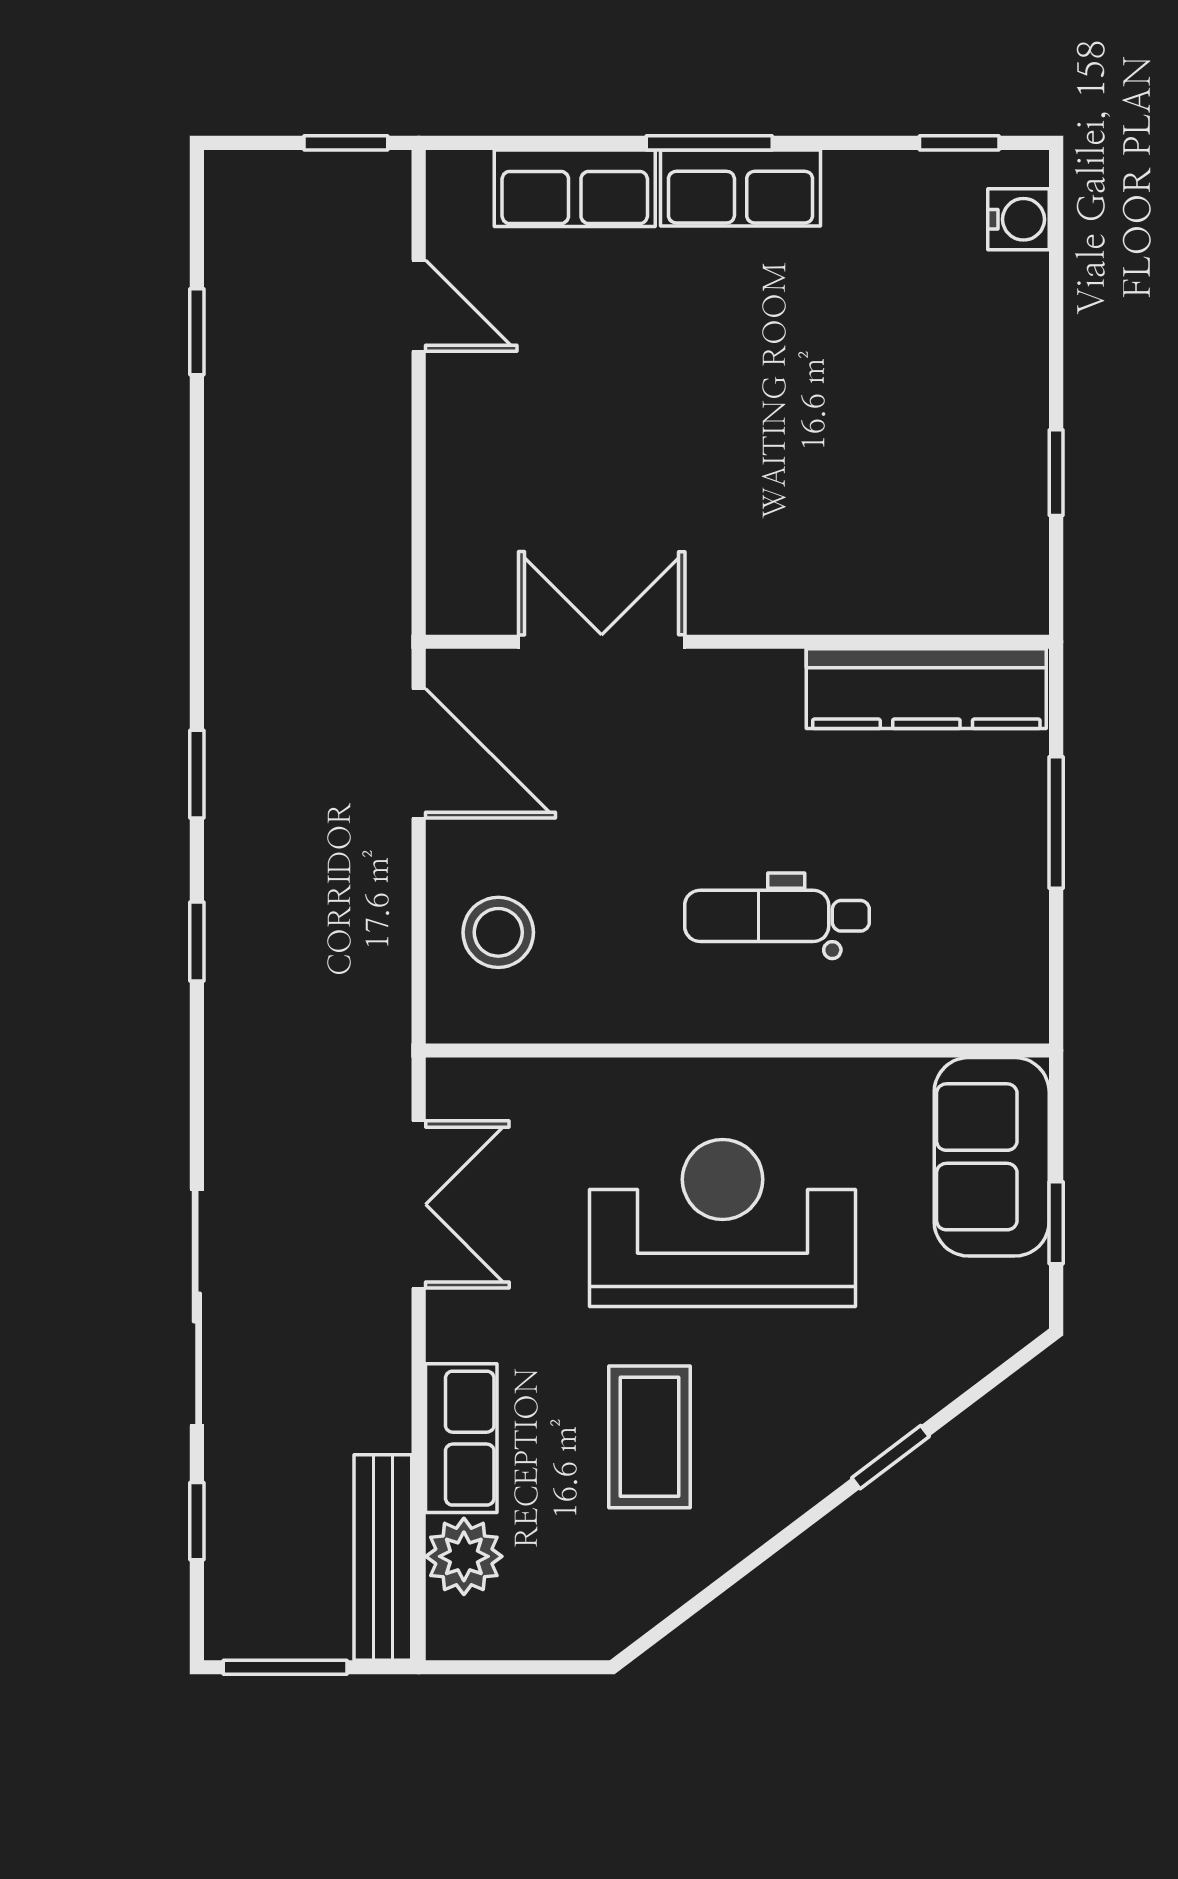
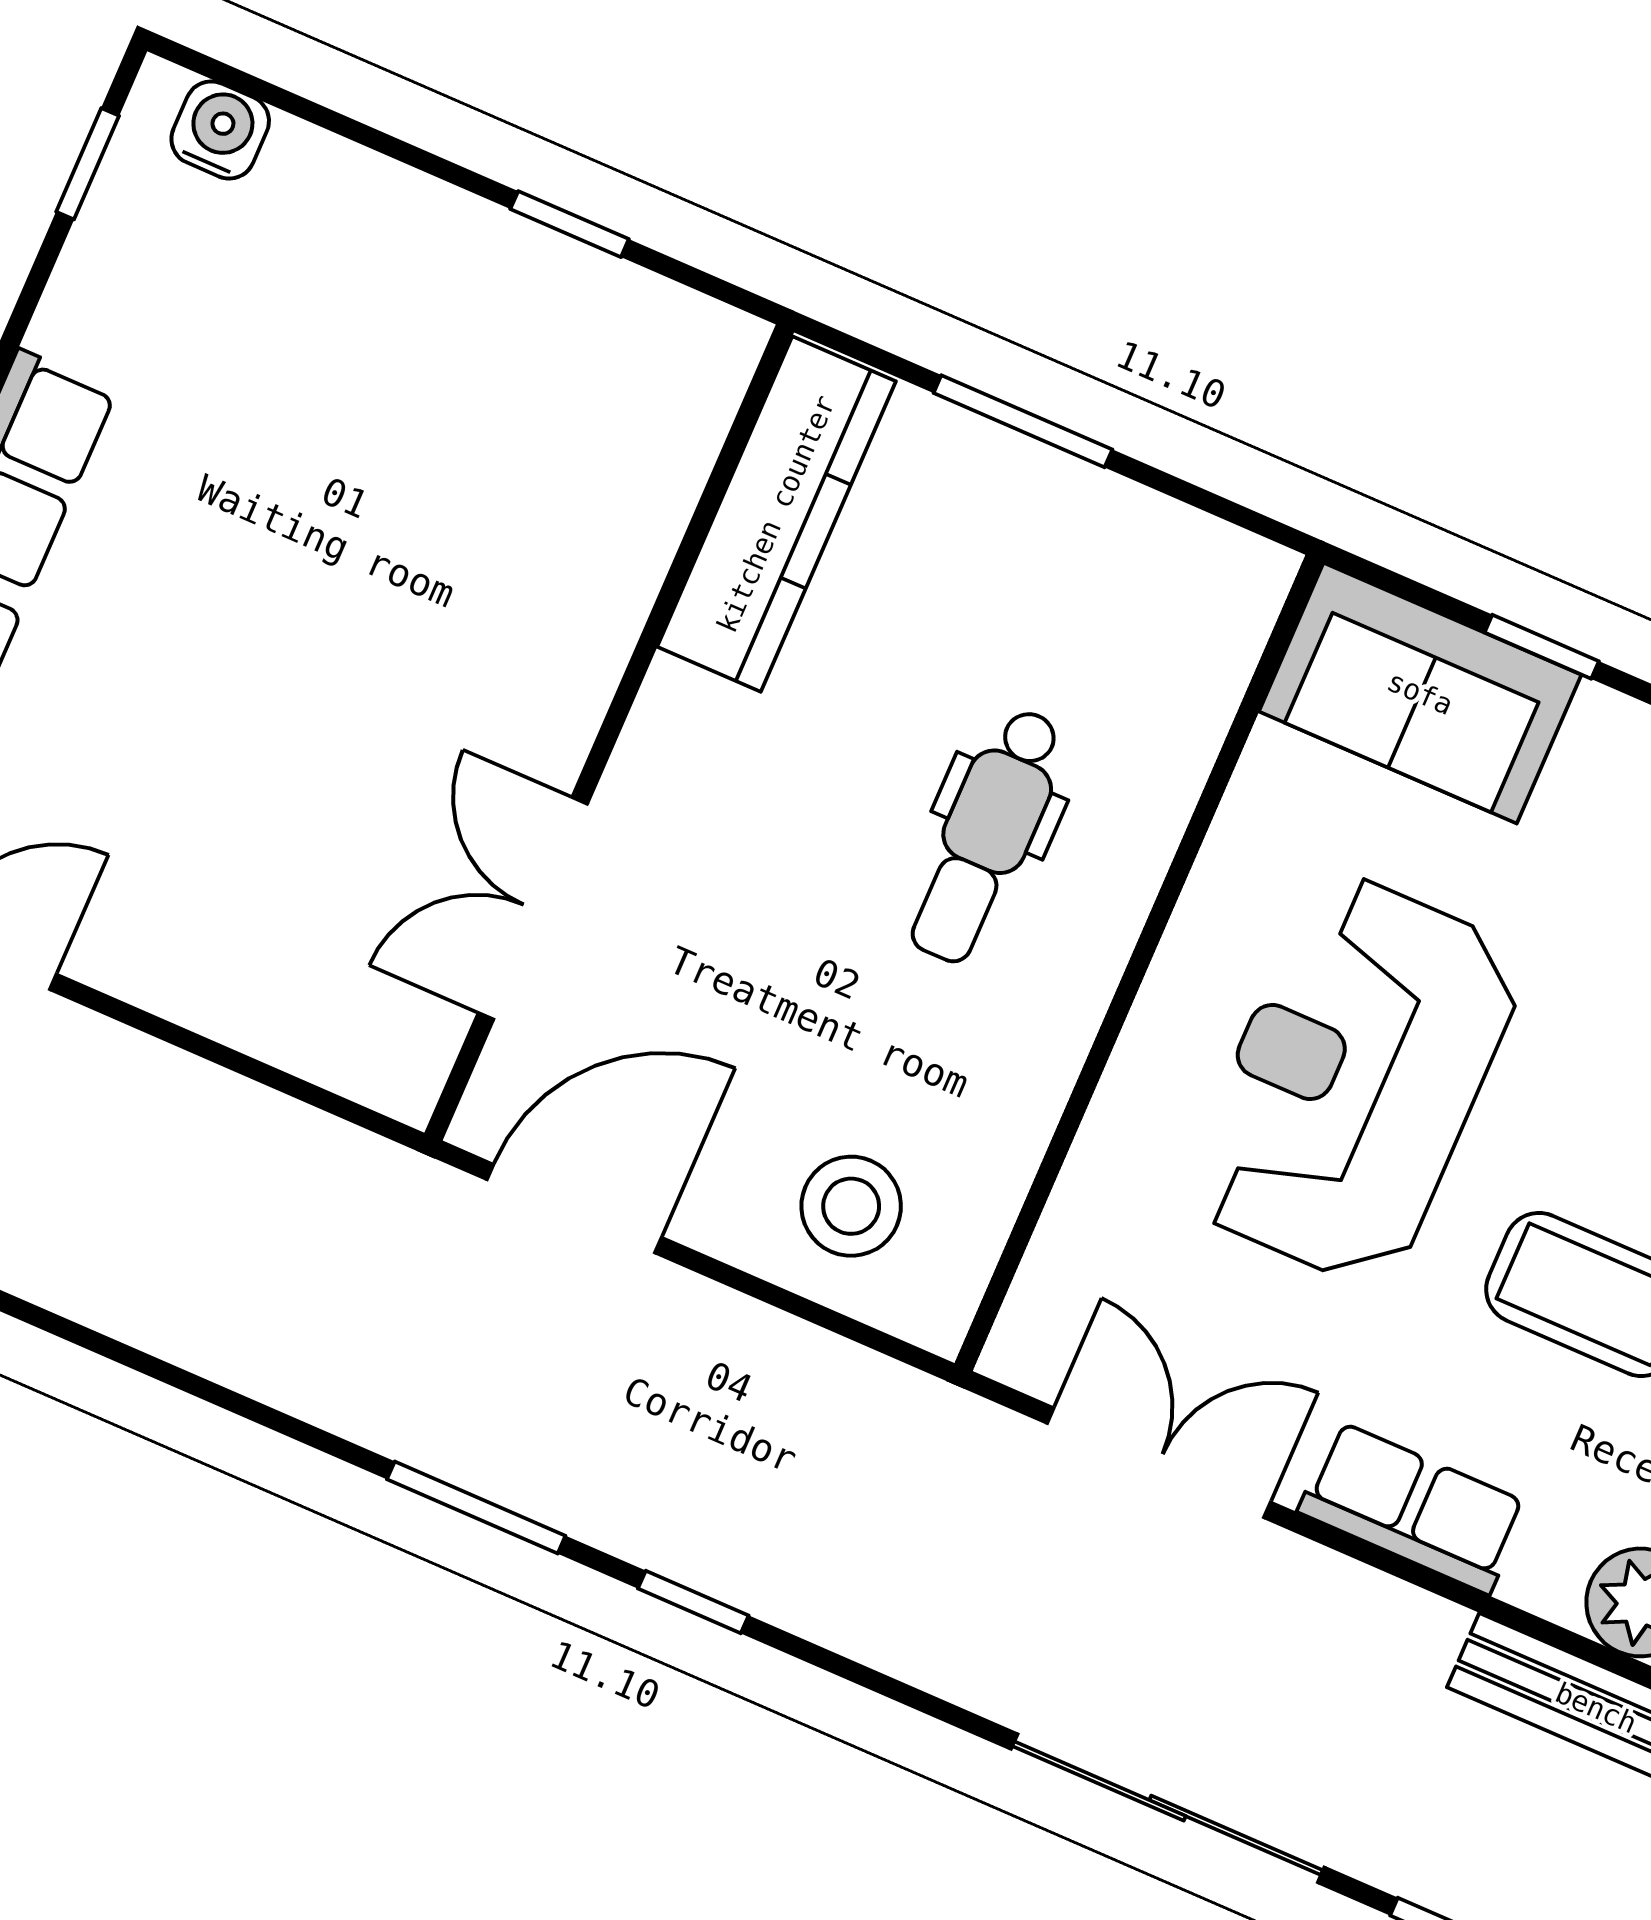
window: (197, 774) -> (476, 1508), width x1.50
row of seats: (461, 1438) -> (1413, 1508), moved

